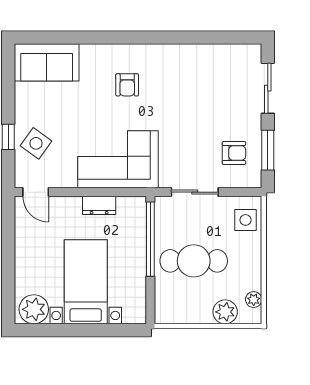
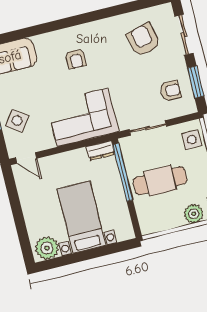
armchair: (216, 82) -> (143, 40), added
dresser: (99, 205) -> (101, 150), moved

